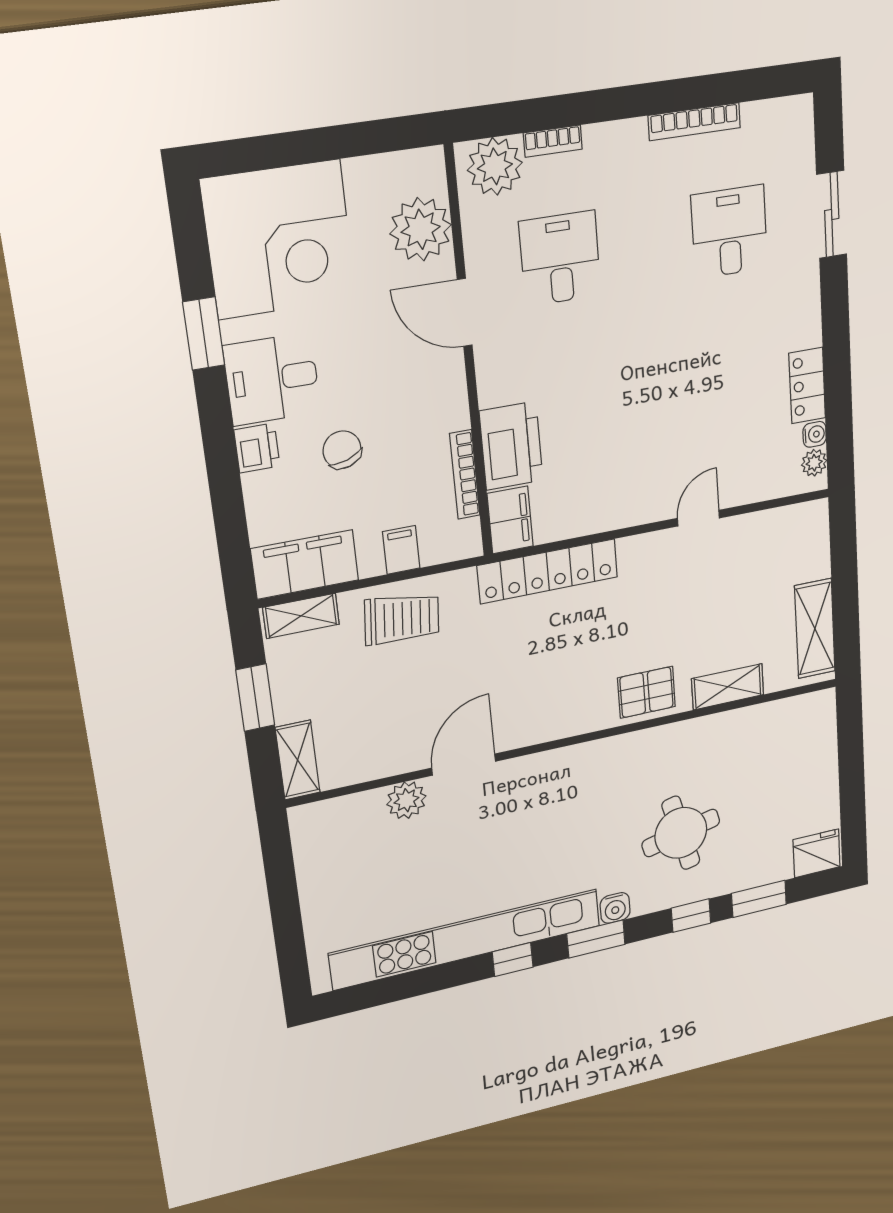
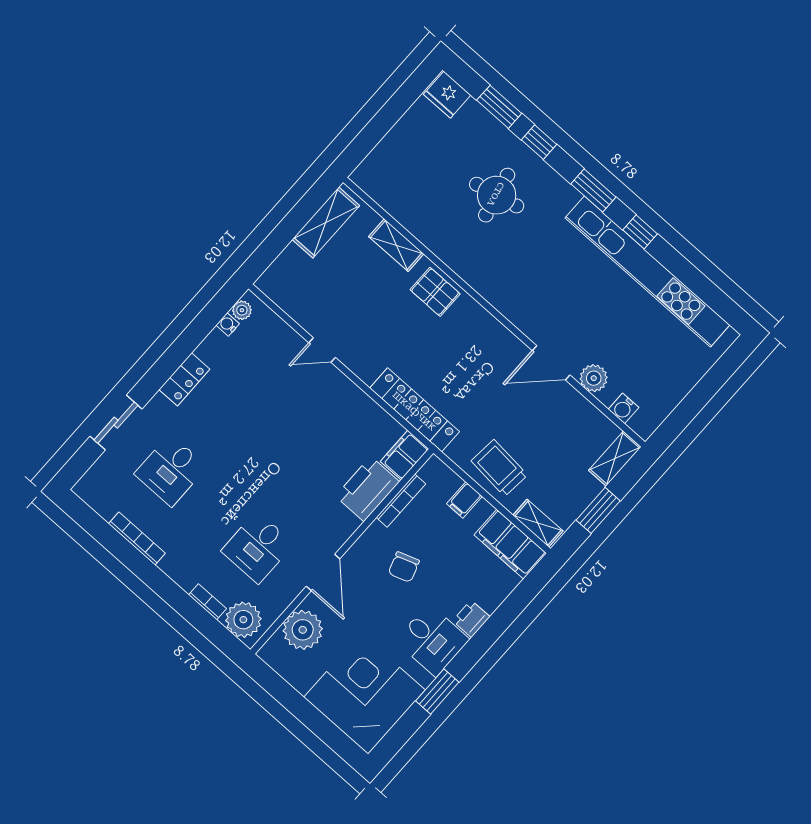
locker: (807, 386) -> (184, 379), moved
chair: (342, 450) -> (404, 567), moved
water cooler: (615, 908) -> (624, 408), moved, turned 180

